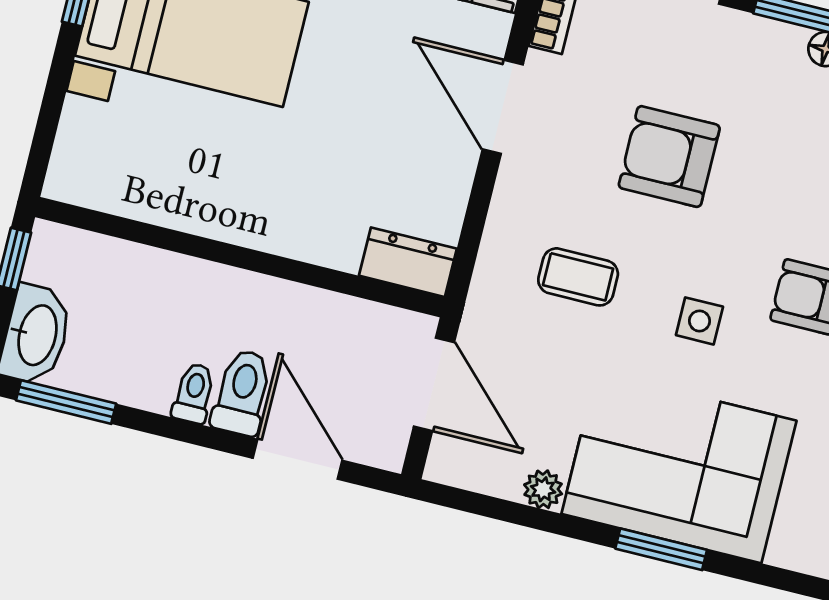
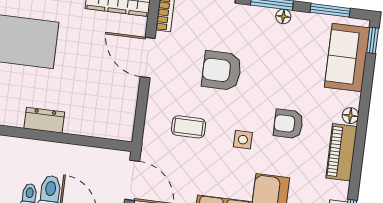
dresser: (408, 262) -> (44, 120), moved

